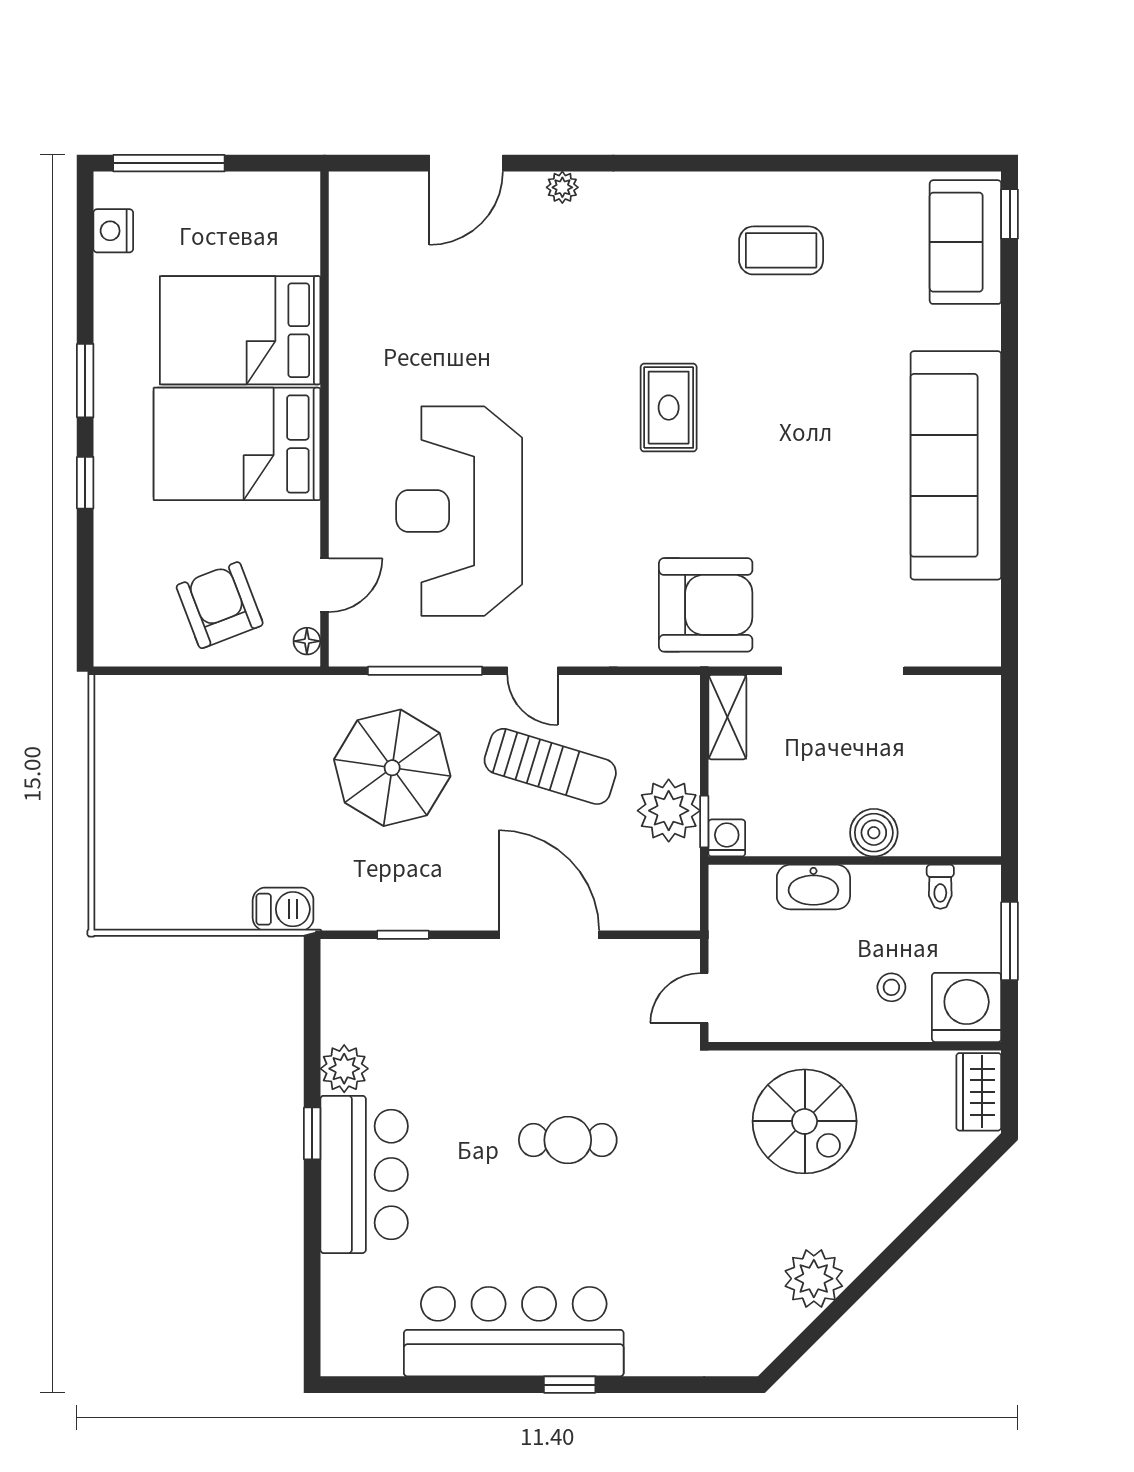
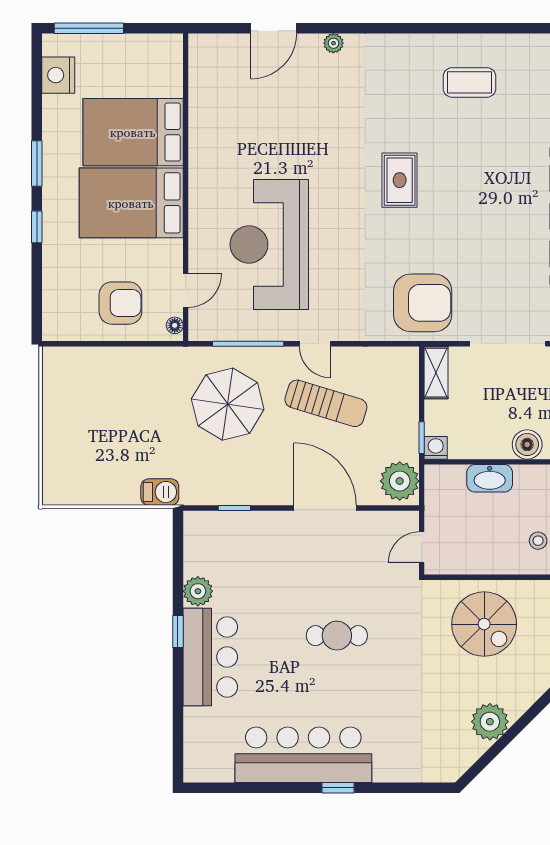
nightstand: (113, 231) -> (58, 75), width x1.36, depth x1.33
armchair: (220, 605) -> (120, 303), turned 111
plant: (669, 811) -> (400, 481), moved

